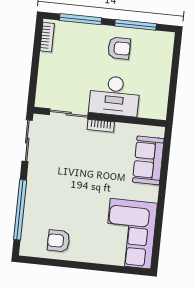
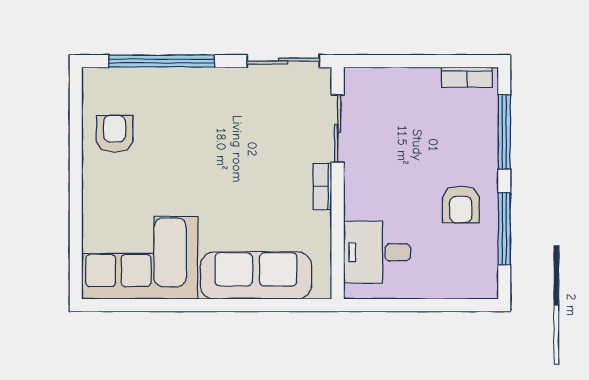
desk: (115, 96) -> (377, 252), moved, width x0.73
sofa: (148, 160) -> (256, 275), width x1.36

